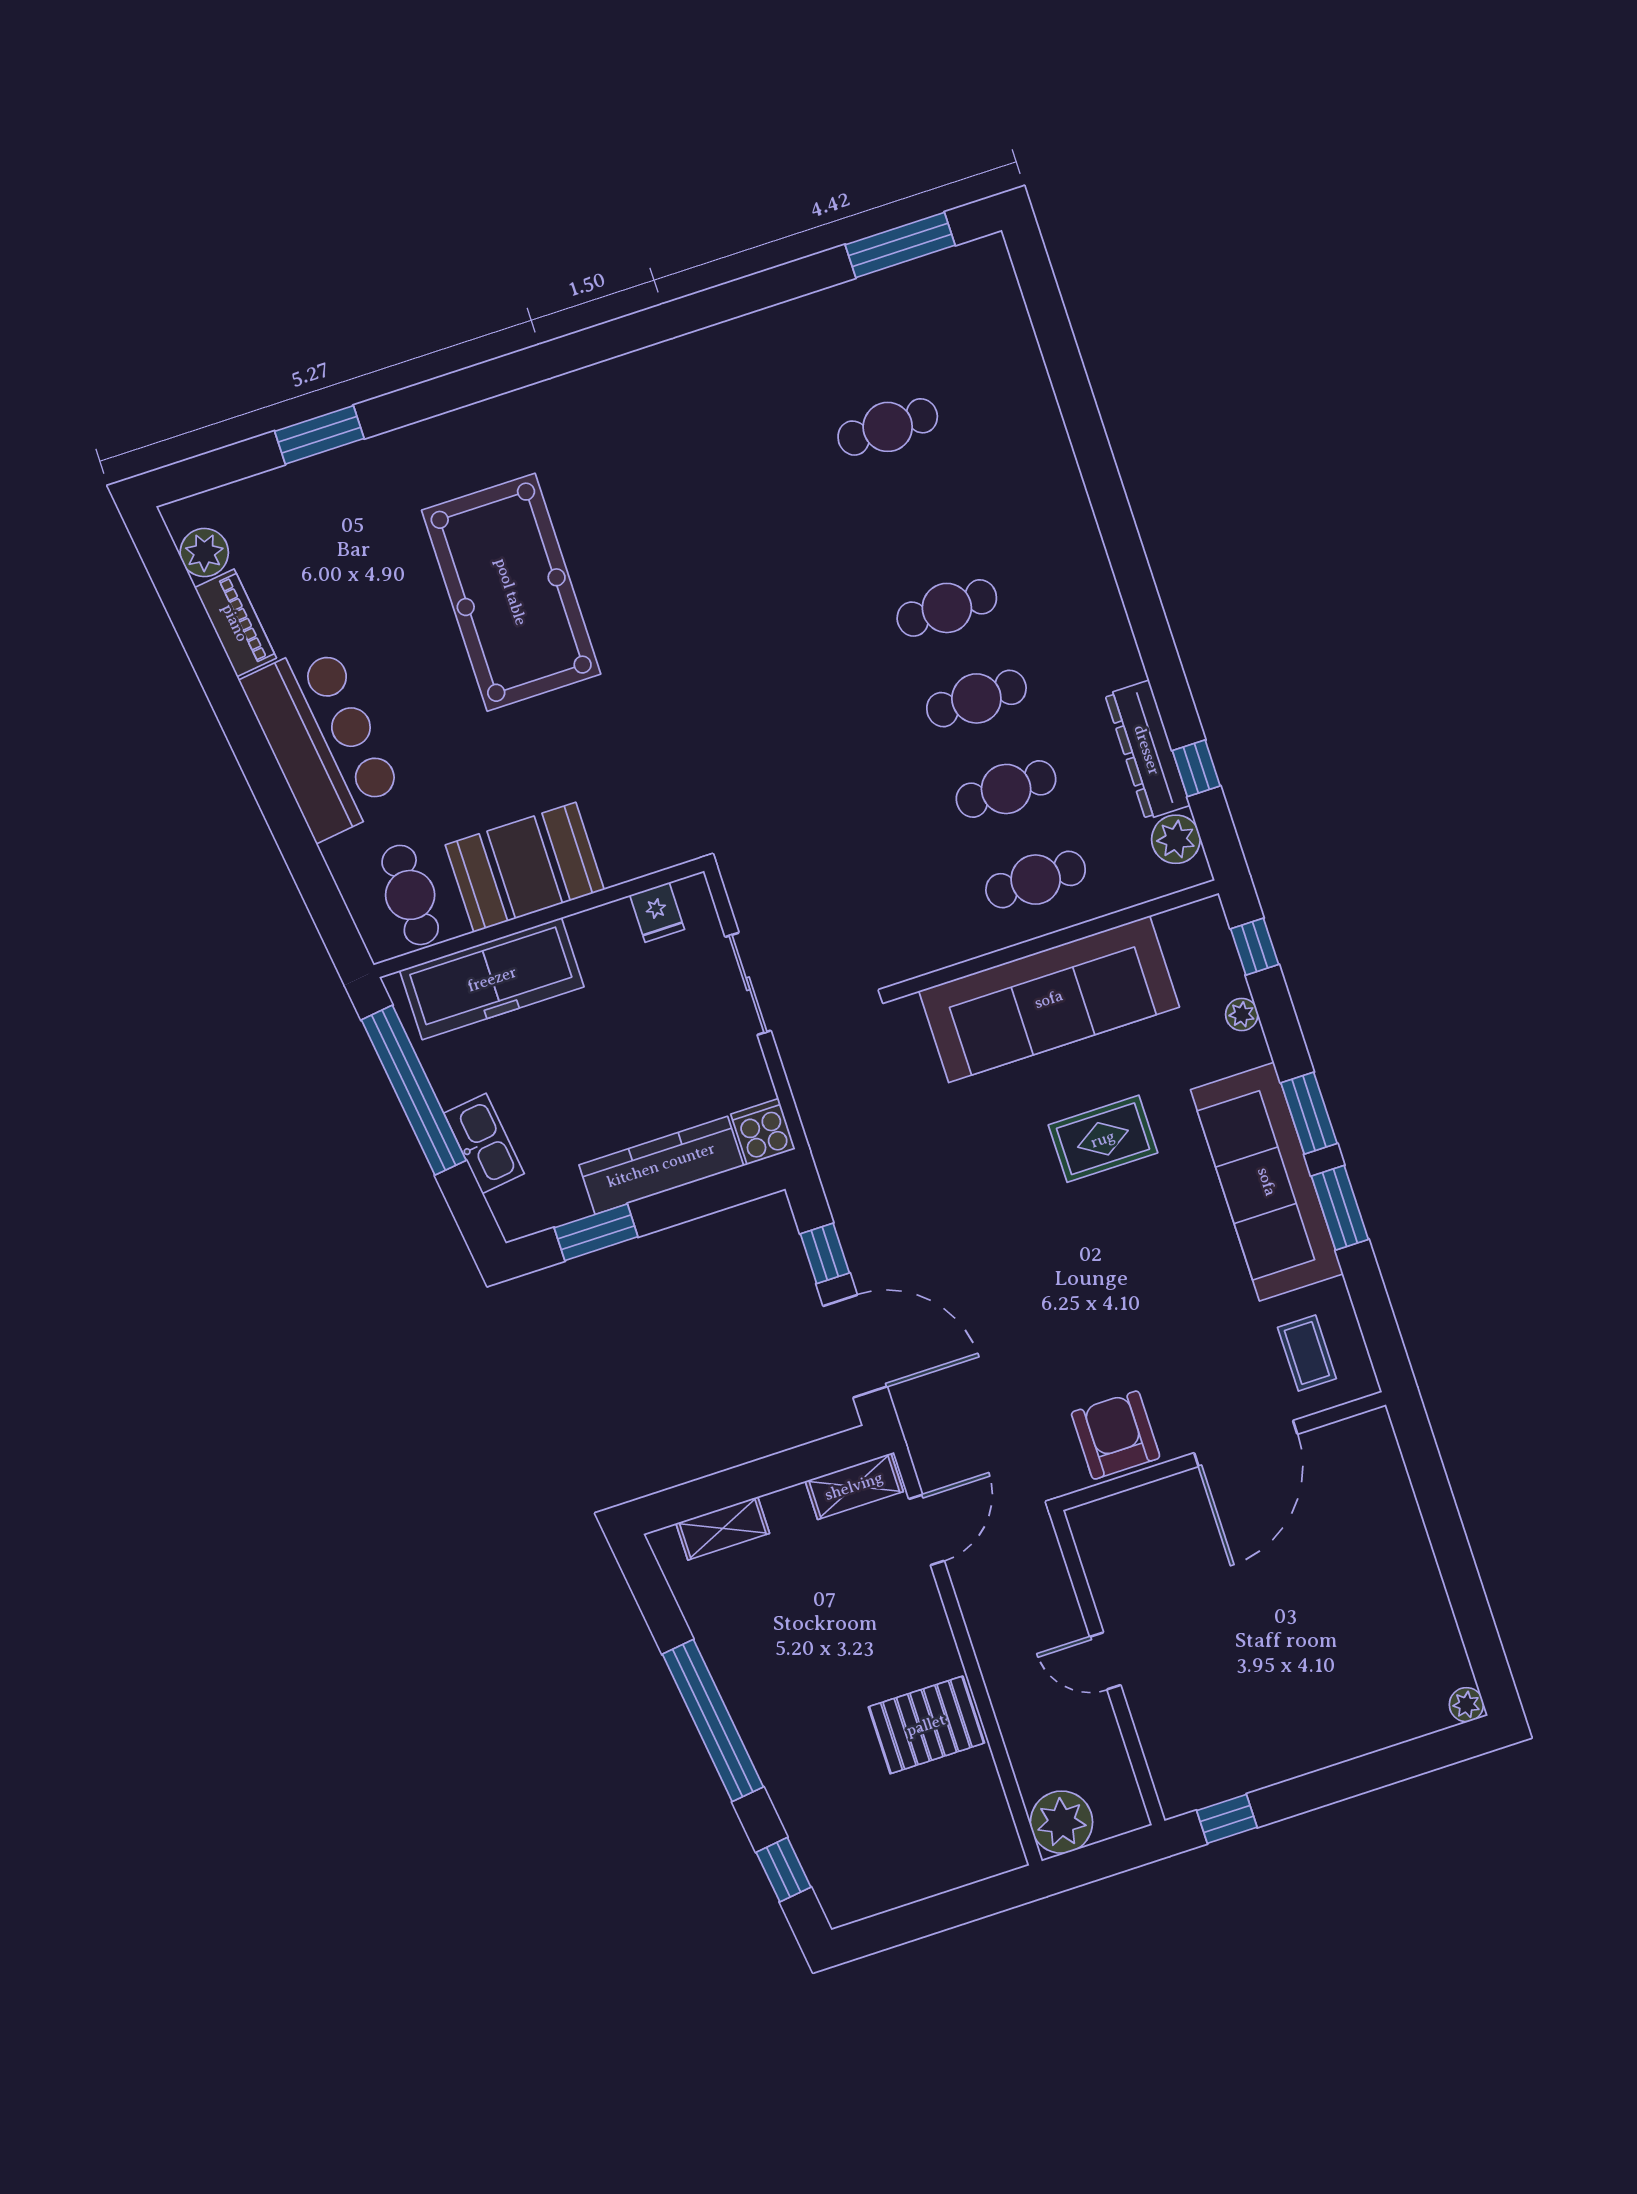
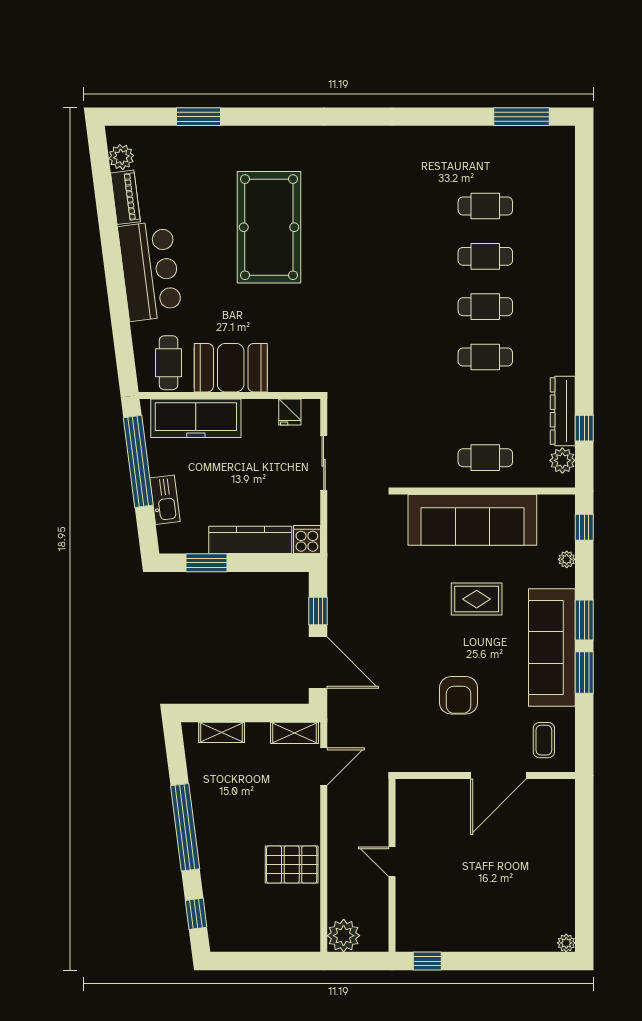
cafe table: (1006, 789) -> (485, 256), moved
armchair: (1116, 1435) -> (459, 695), moved, turned 180

